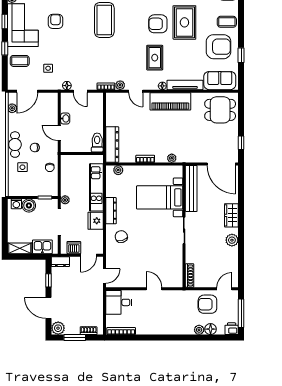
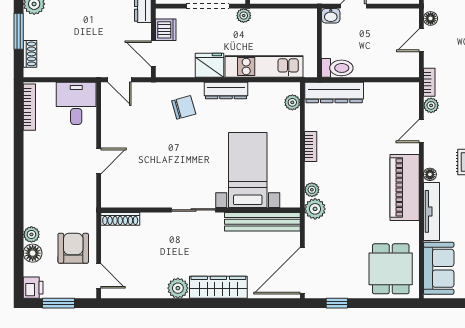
washbasin: (65, 118) -> (331, 16), moved
plant: (183, 156) -> (315, 209), added
wardrobe: (231, 215) -> (218, 287), width x1.50
window: (241, 313) -> (58, 303), width x0.69

